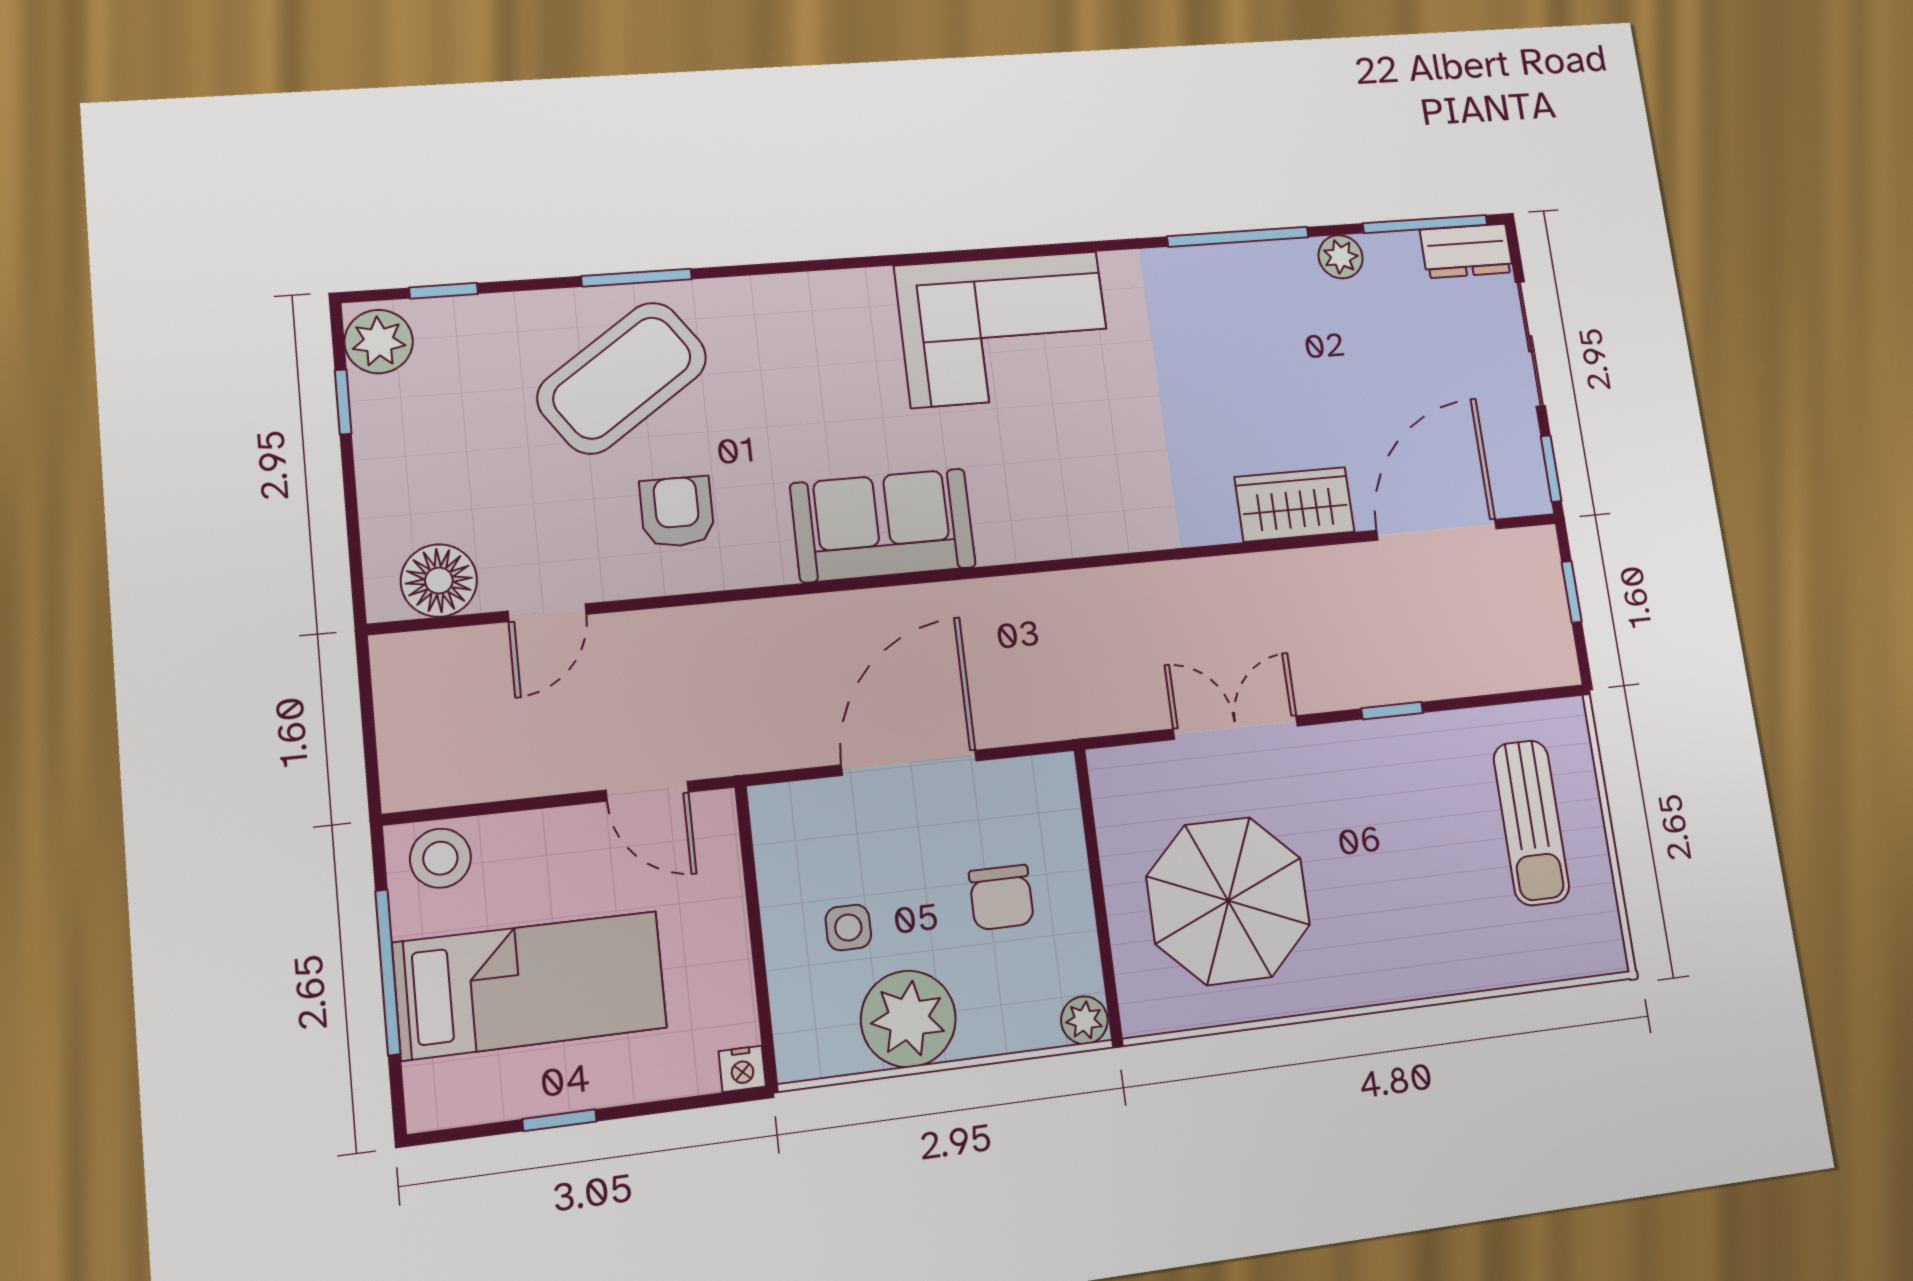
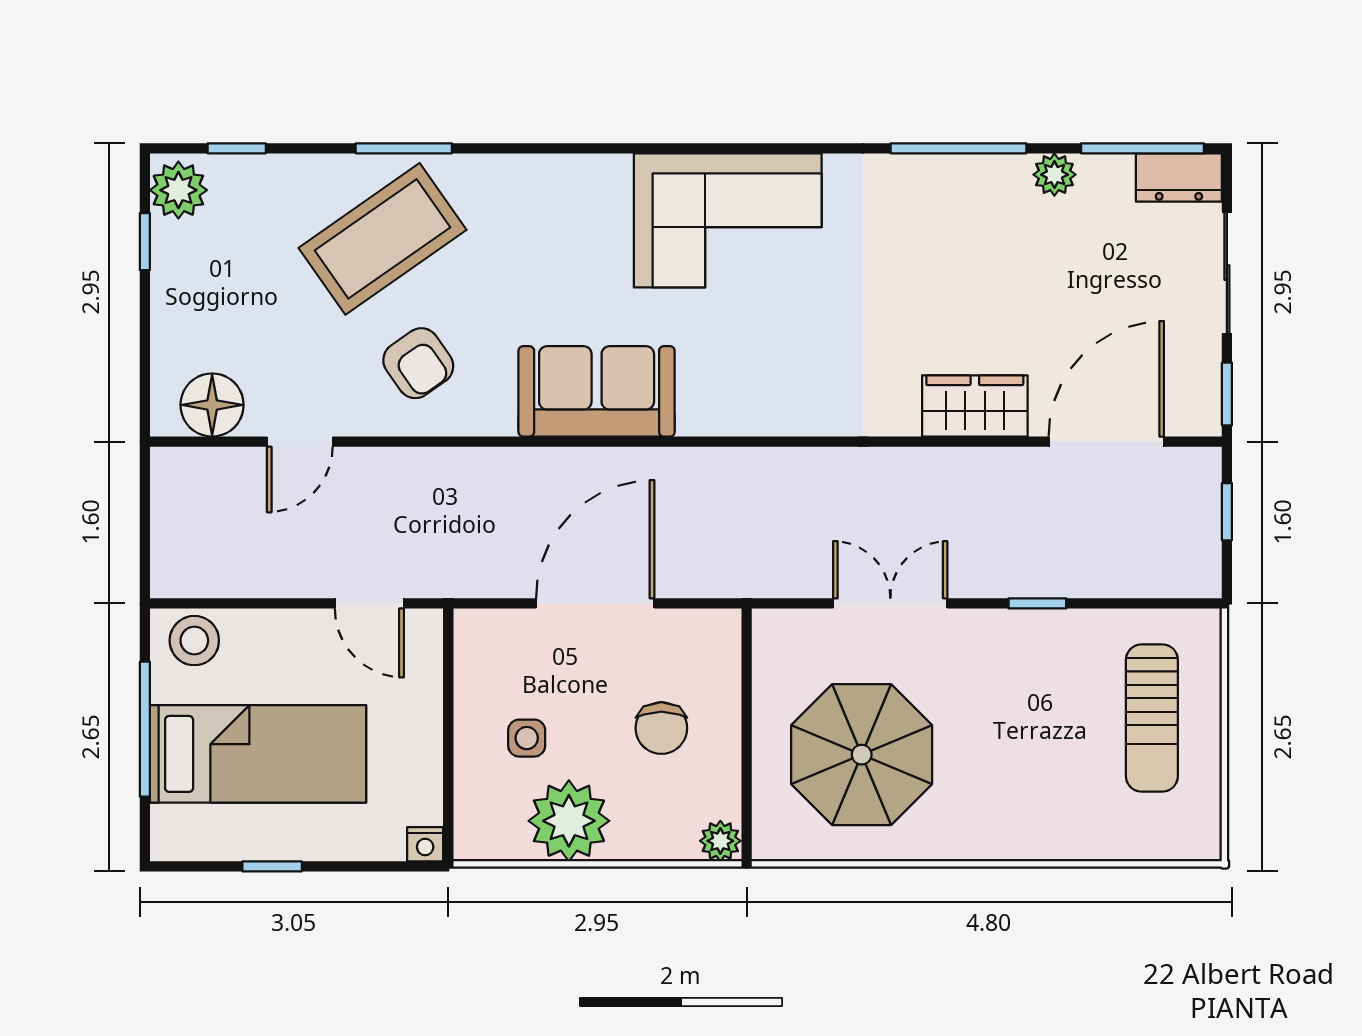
armchair: (677, 512) -> (418, 363), turned 145

